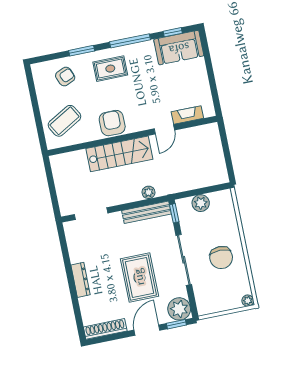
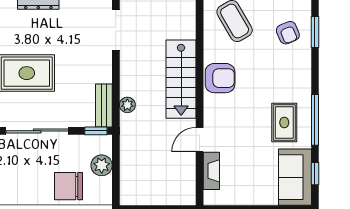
window: (82, 51) -> (315, 32), moved
rug: (110, 69) -> (284, 122), moved
door: (164, 129) -> (200, 140), hinge flipped
bench: (147, 212) -> (104, 106), width x0.73
chair: (221, 258) -> (69, 186), moved

